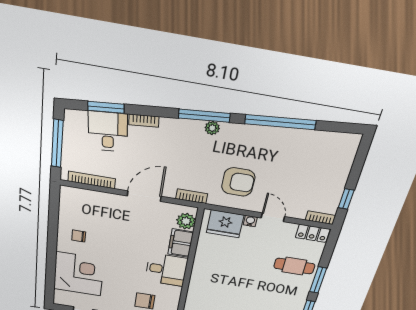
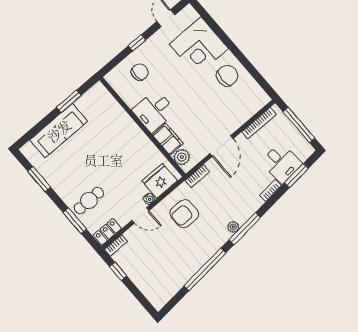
chair: (79, 236) -> (227, 76), width x1.87, depth x1.87
window: (318, 280) -> (75, 221), moved

